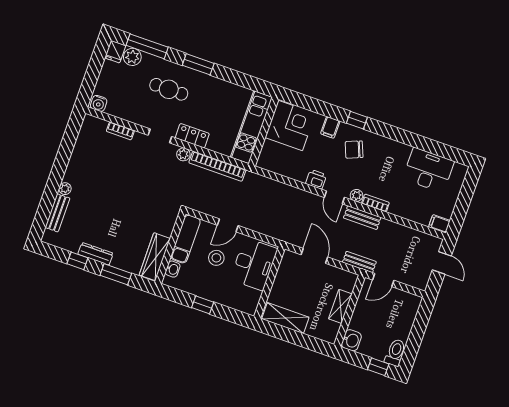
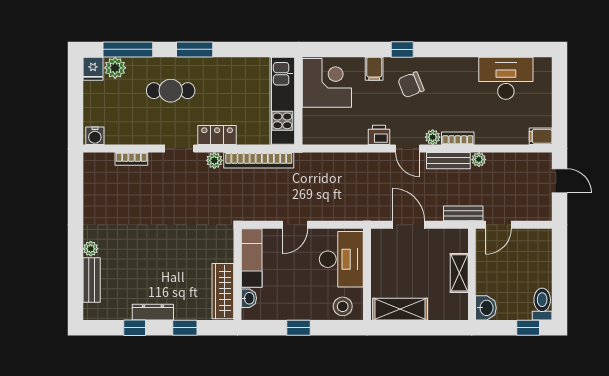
plant: (386, 225) -> (479, 159), added
stool: (216, 258) -> (343, 306), moved
window: (116, 274) -> (185, 328), width x0.67

